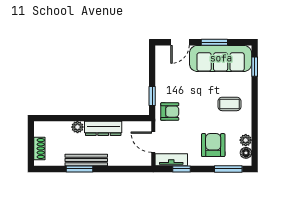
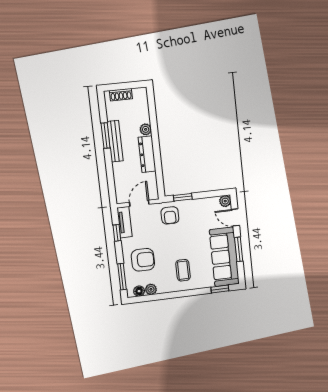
plant: (161, 51) -> (225, 201), added

